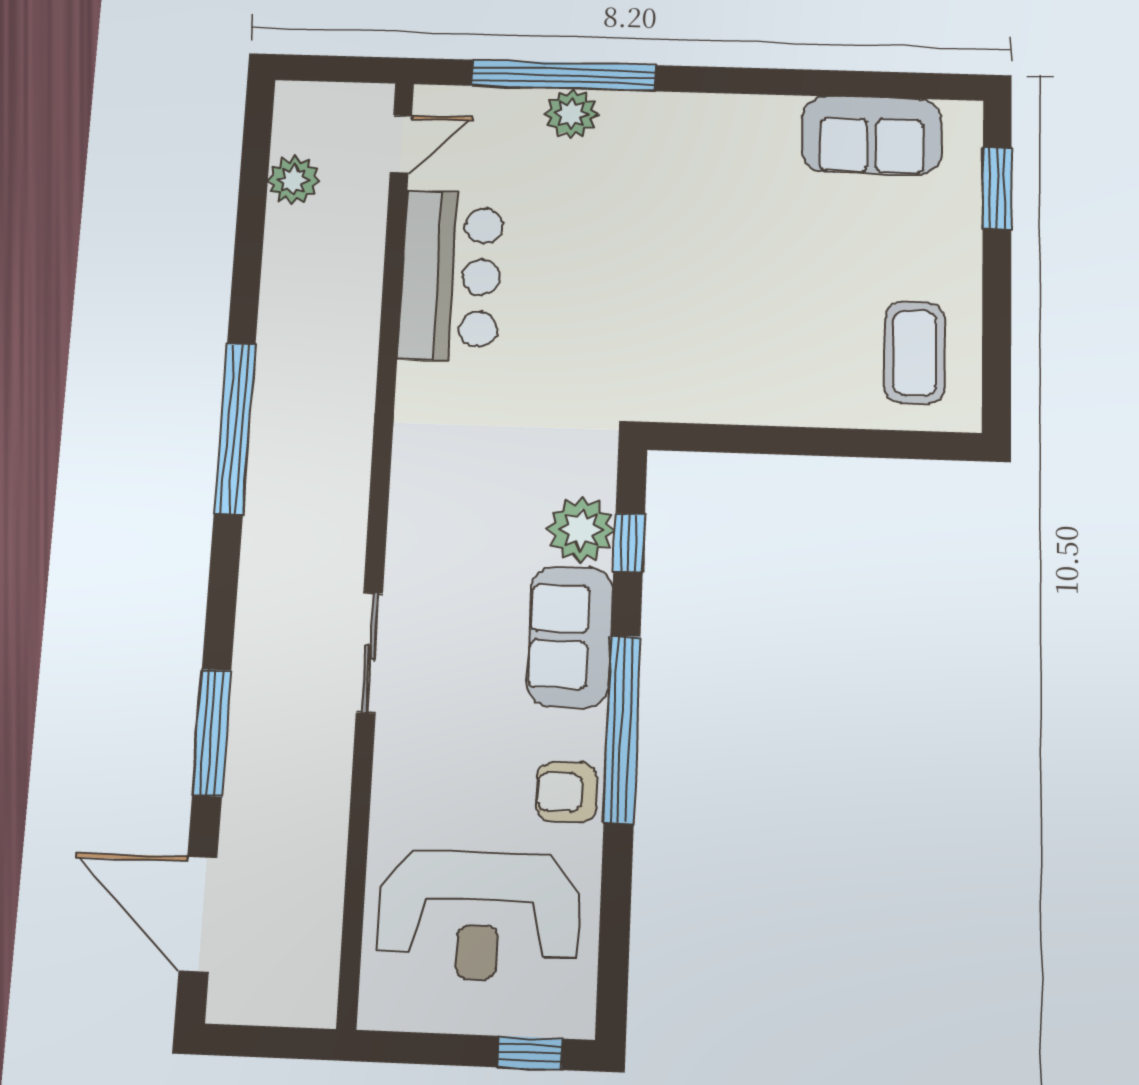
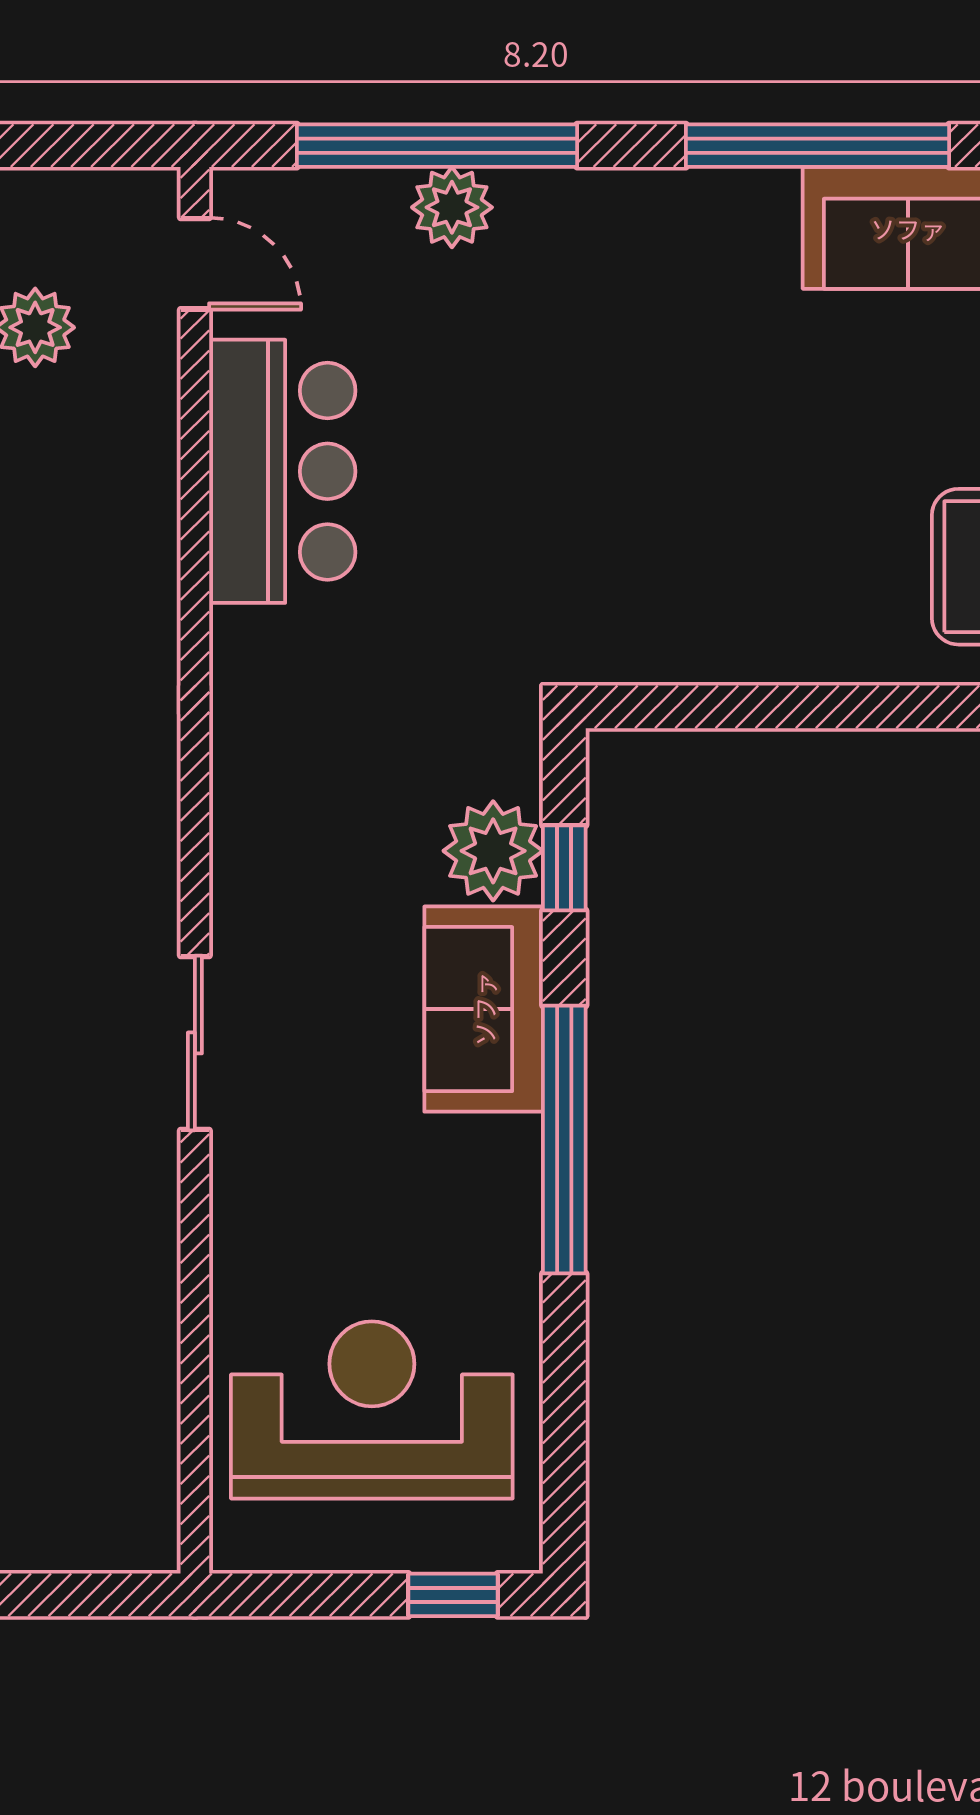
window: (813, 83) -> (818, 146), added
door: (401, 144) -> (195, 264), hinge flipped
armchair: (567, 792) -> (489, 1232), removed
reception desk: (479, 915) -> (372, 1410), turned 180

